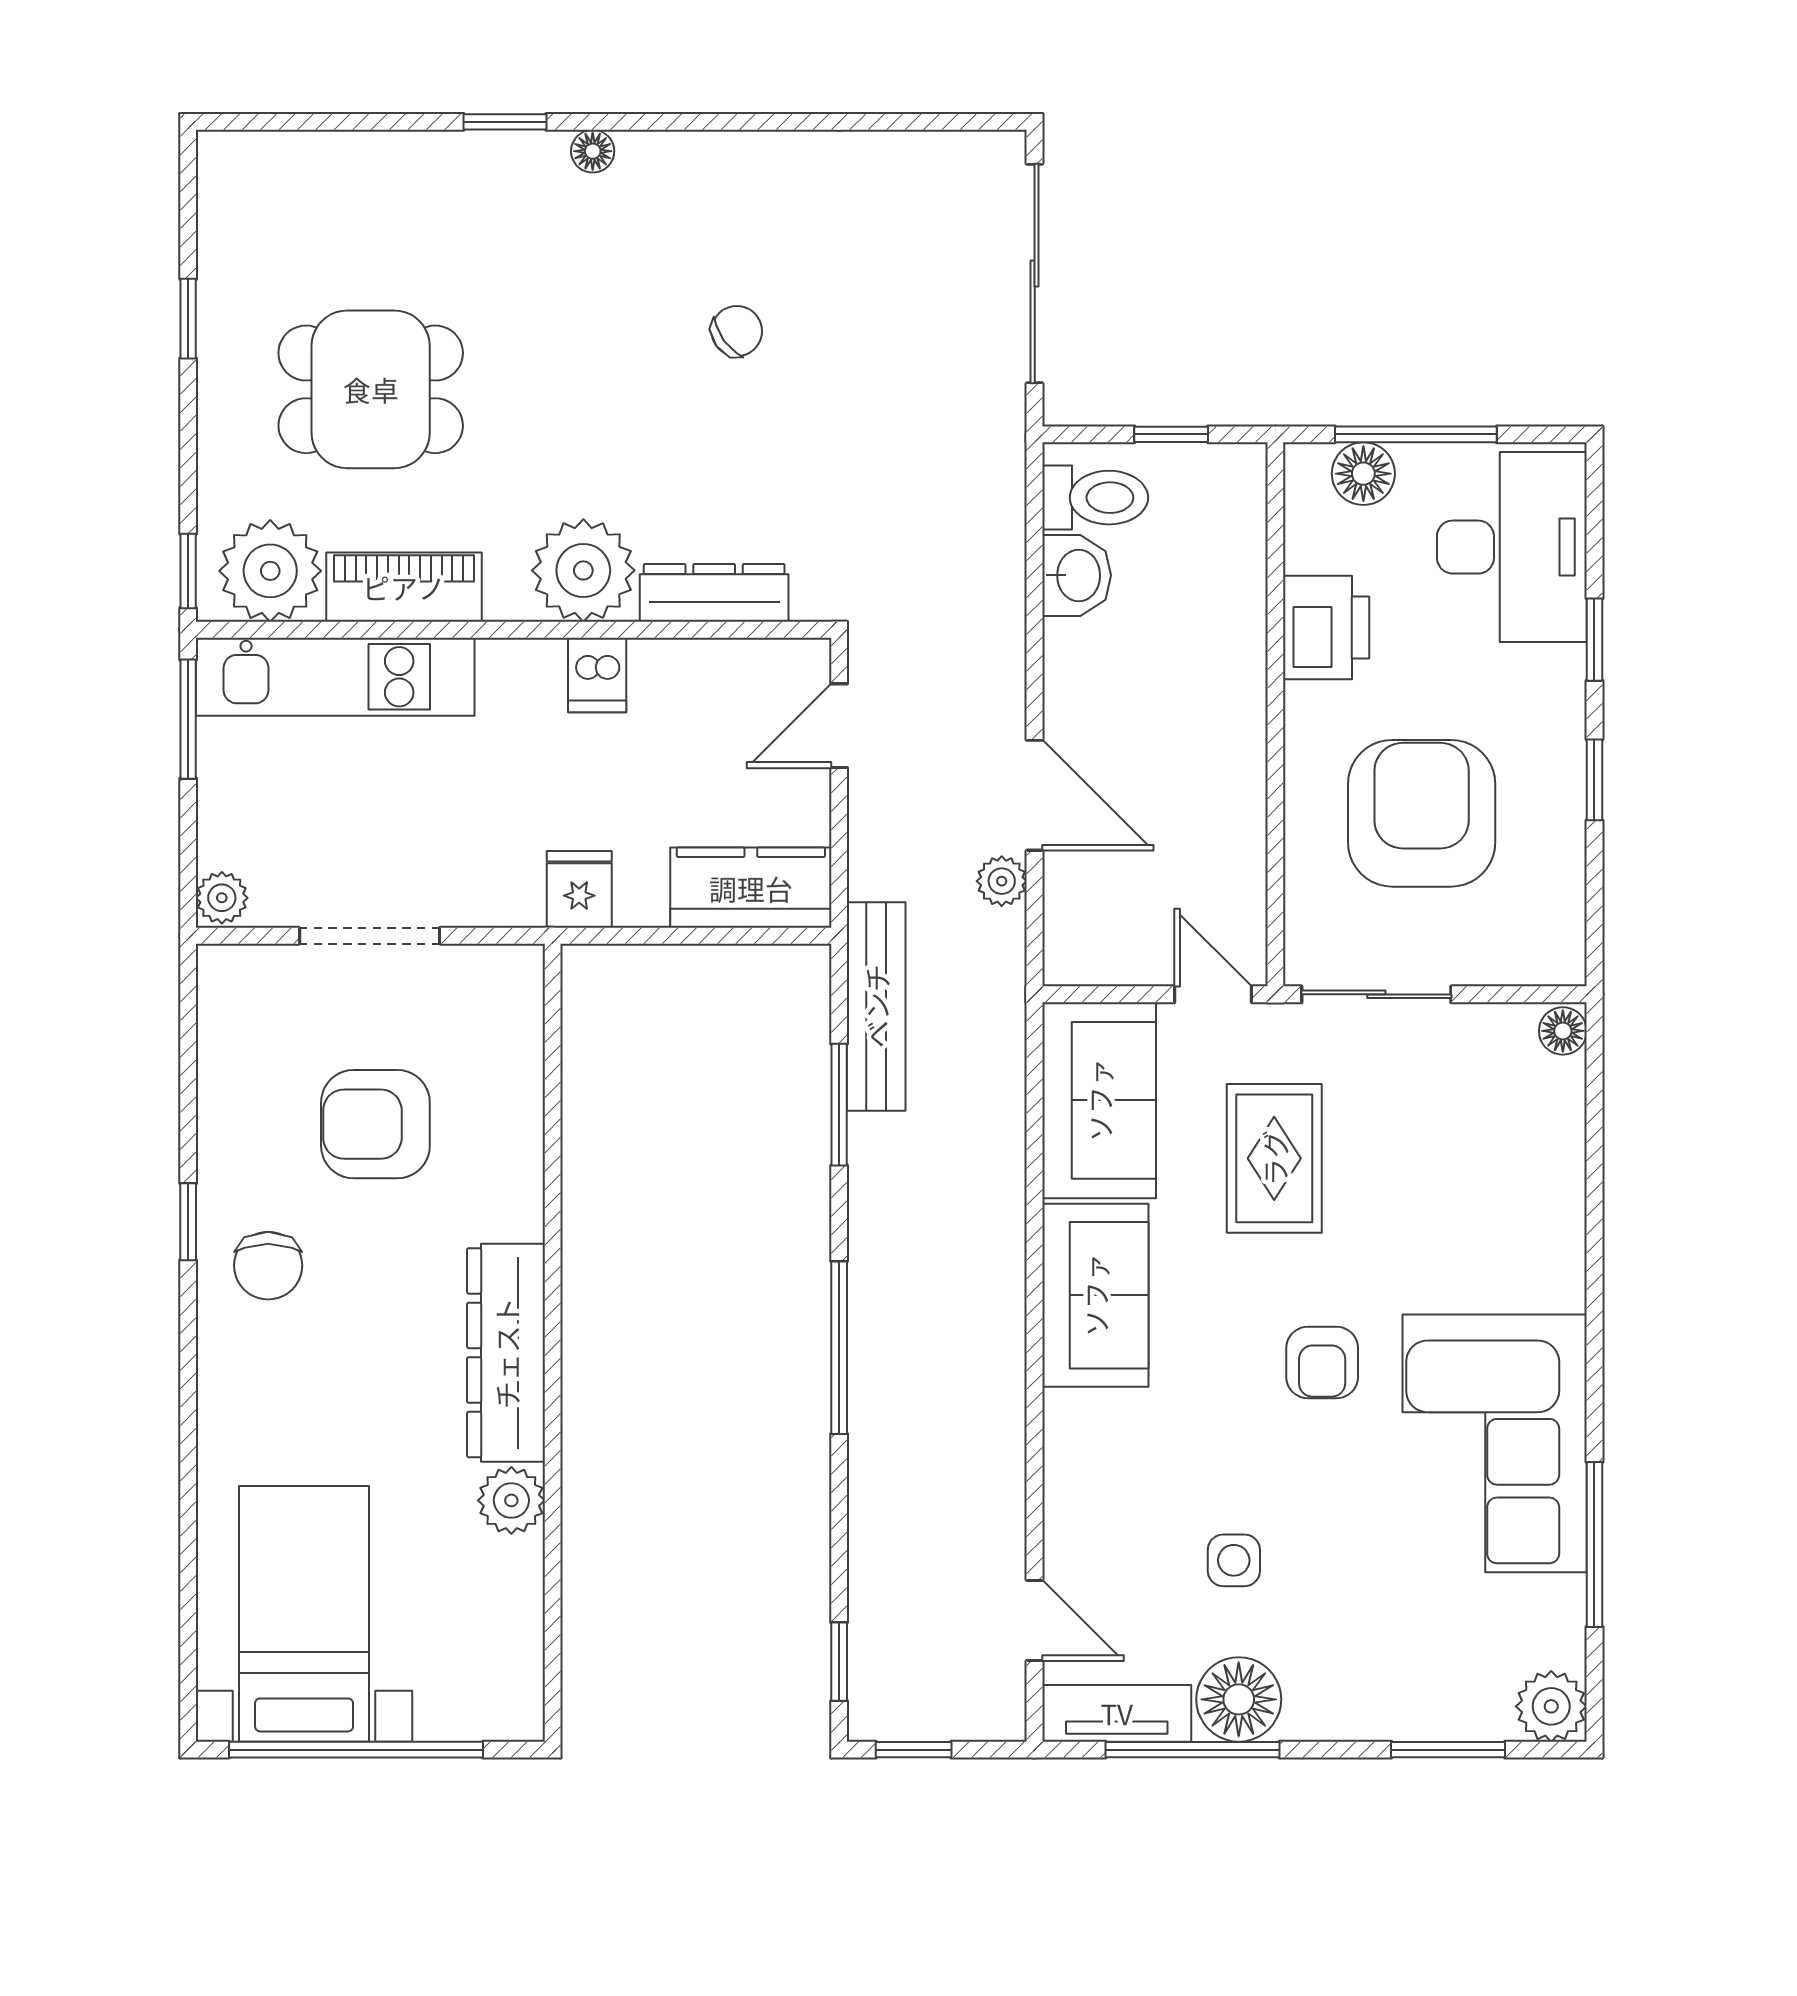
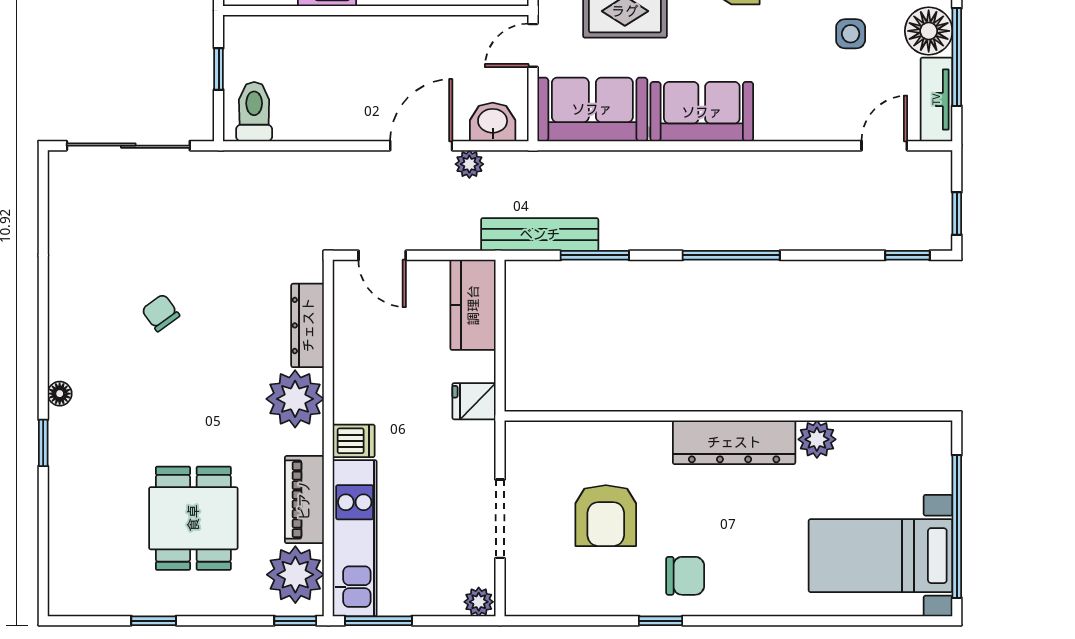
washbasin: (1077, 575) -> (493, 122), moved
dishwasher: (597, 675) -> (354, 441), moved

